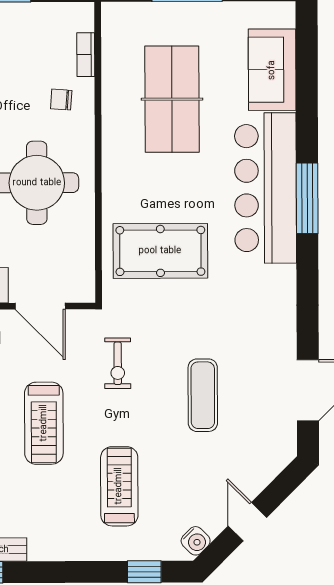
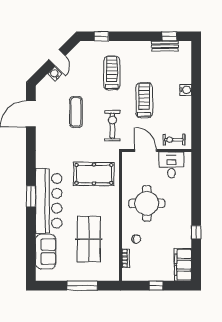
window: (307, 198) -> (31, 196), width x0.69
exercise bike: (118, 363) -> (112, 126), width x1.38, depth x1.39
treadmill: (119, 486) -> (112, 73), turned 180
water cooler: (196, 541) -> (55, 74), moved

